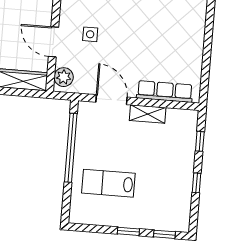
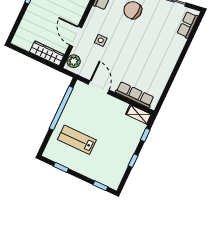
shelving: (148, 114) -> (139, 114), moved
window: (128, 231) -> (61, 167), moved

